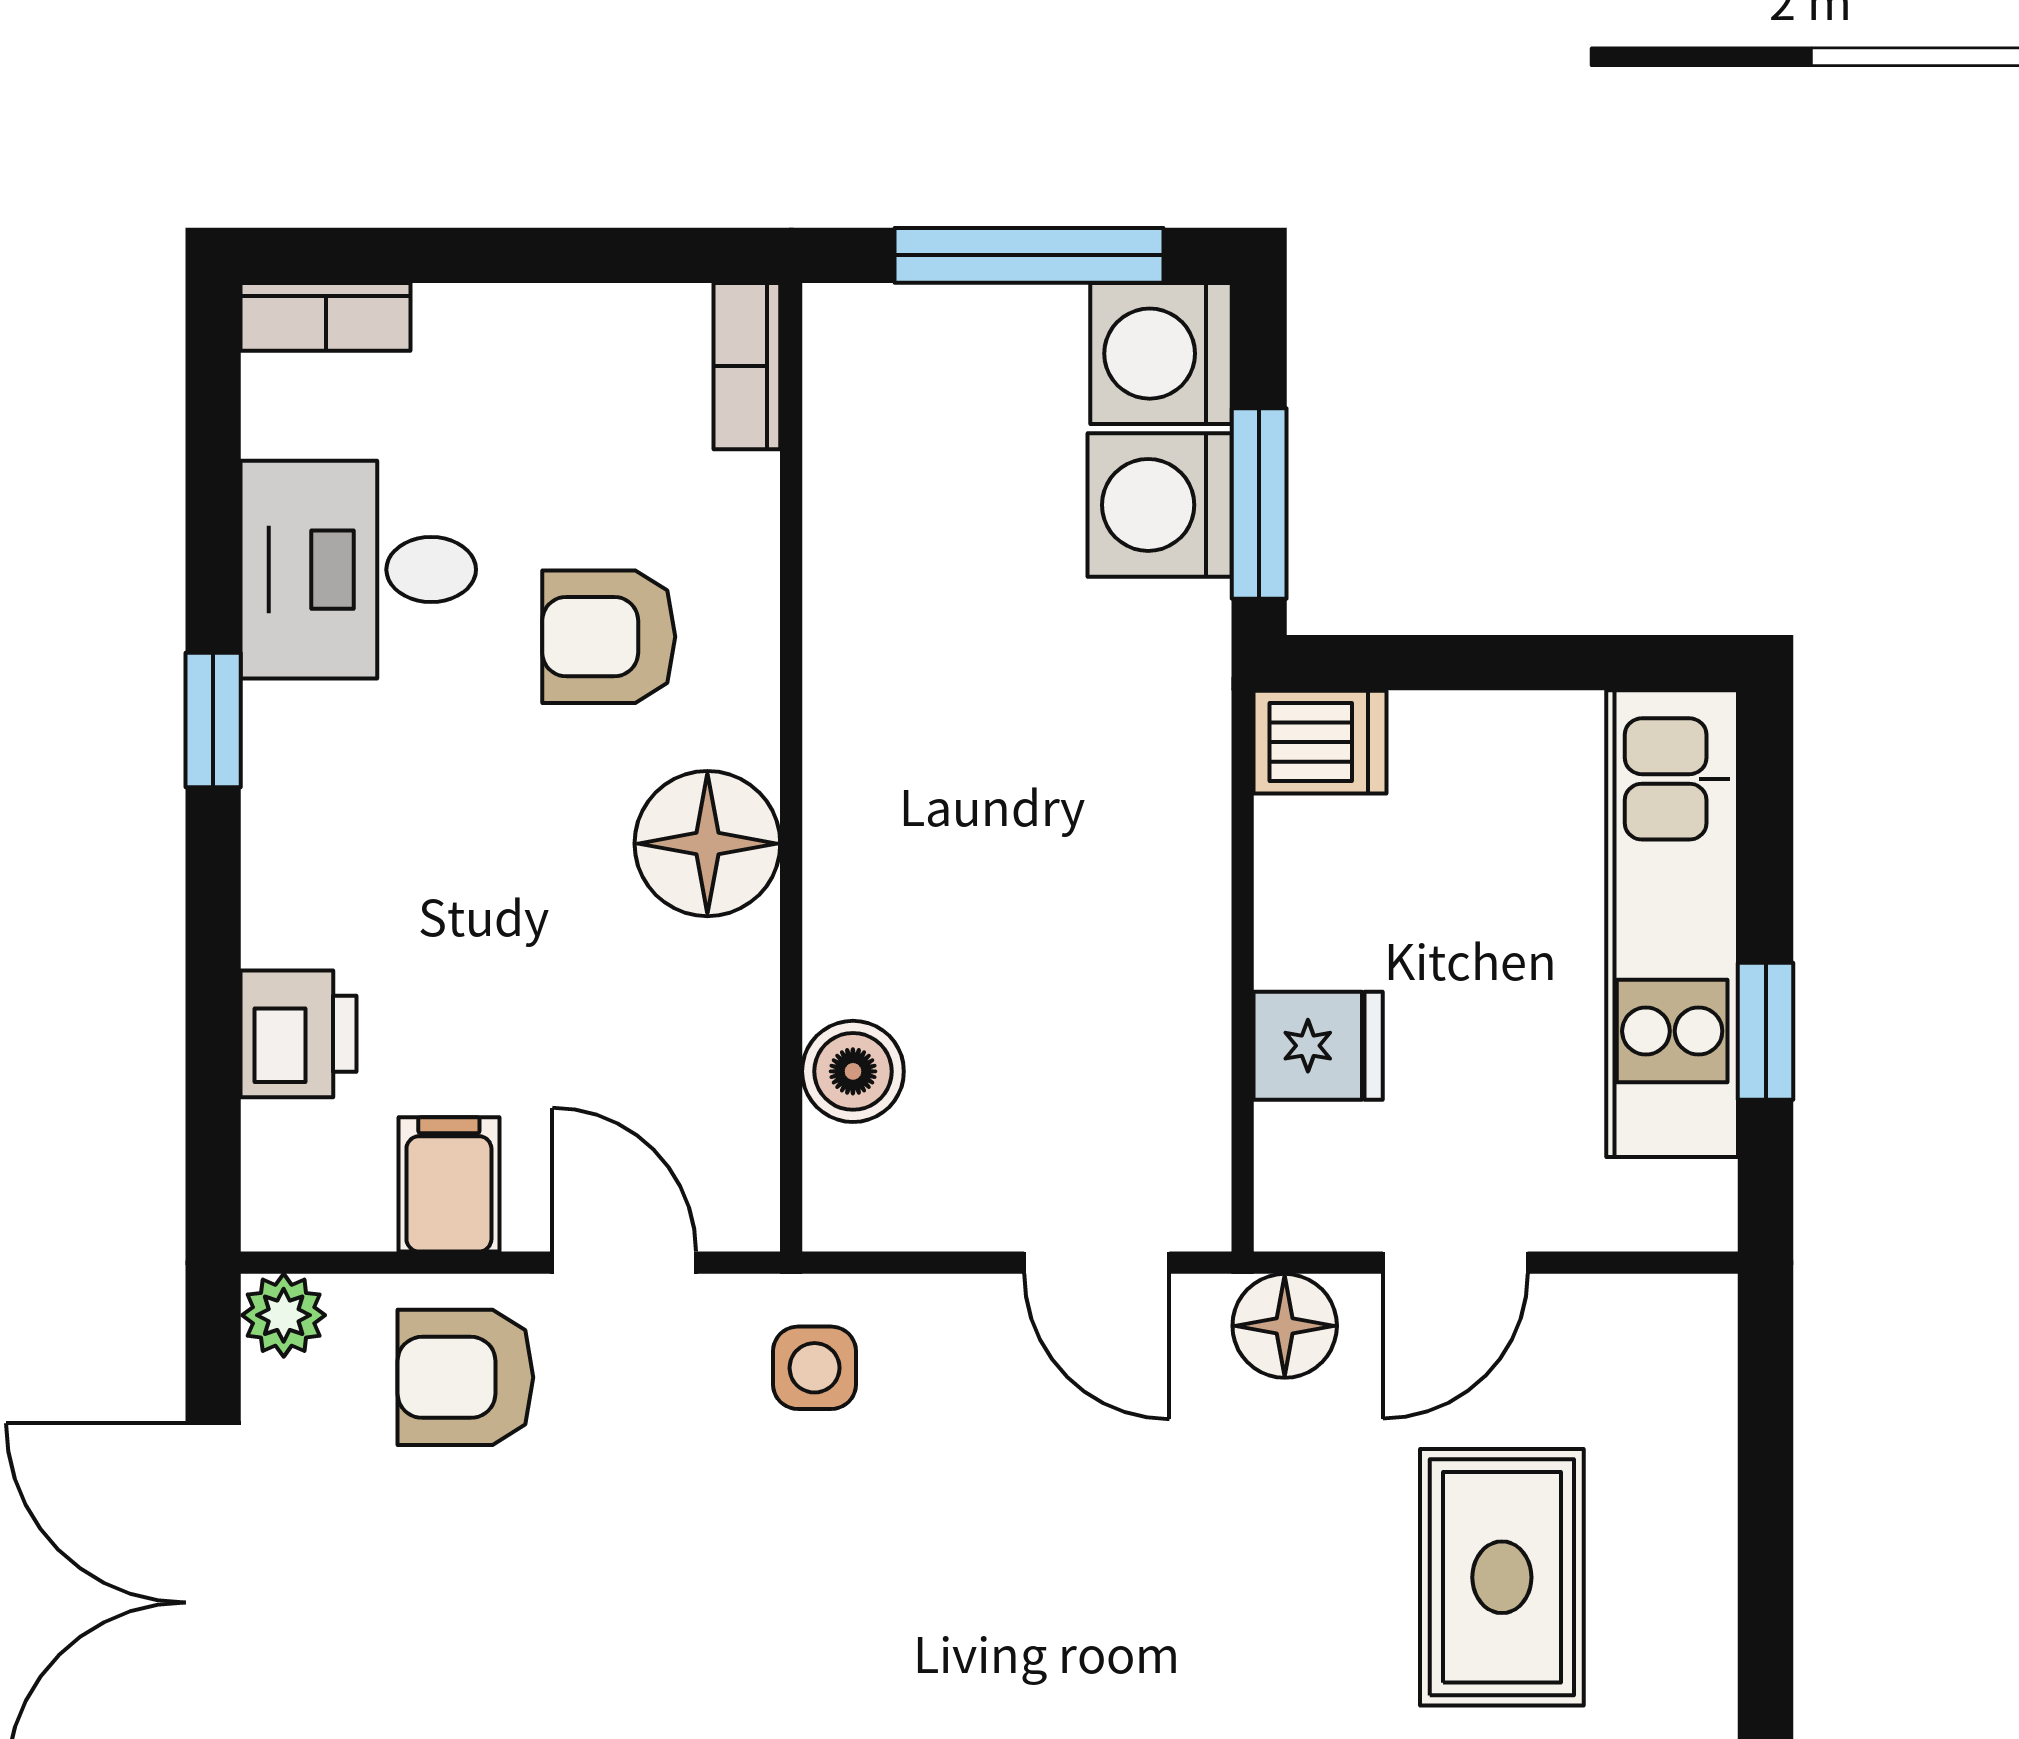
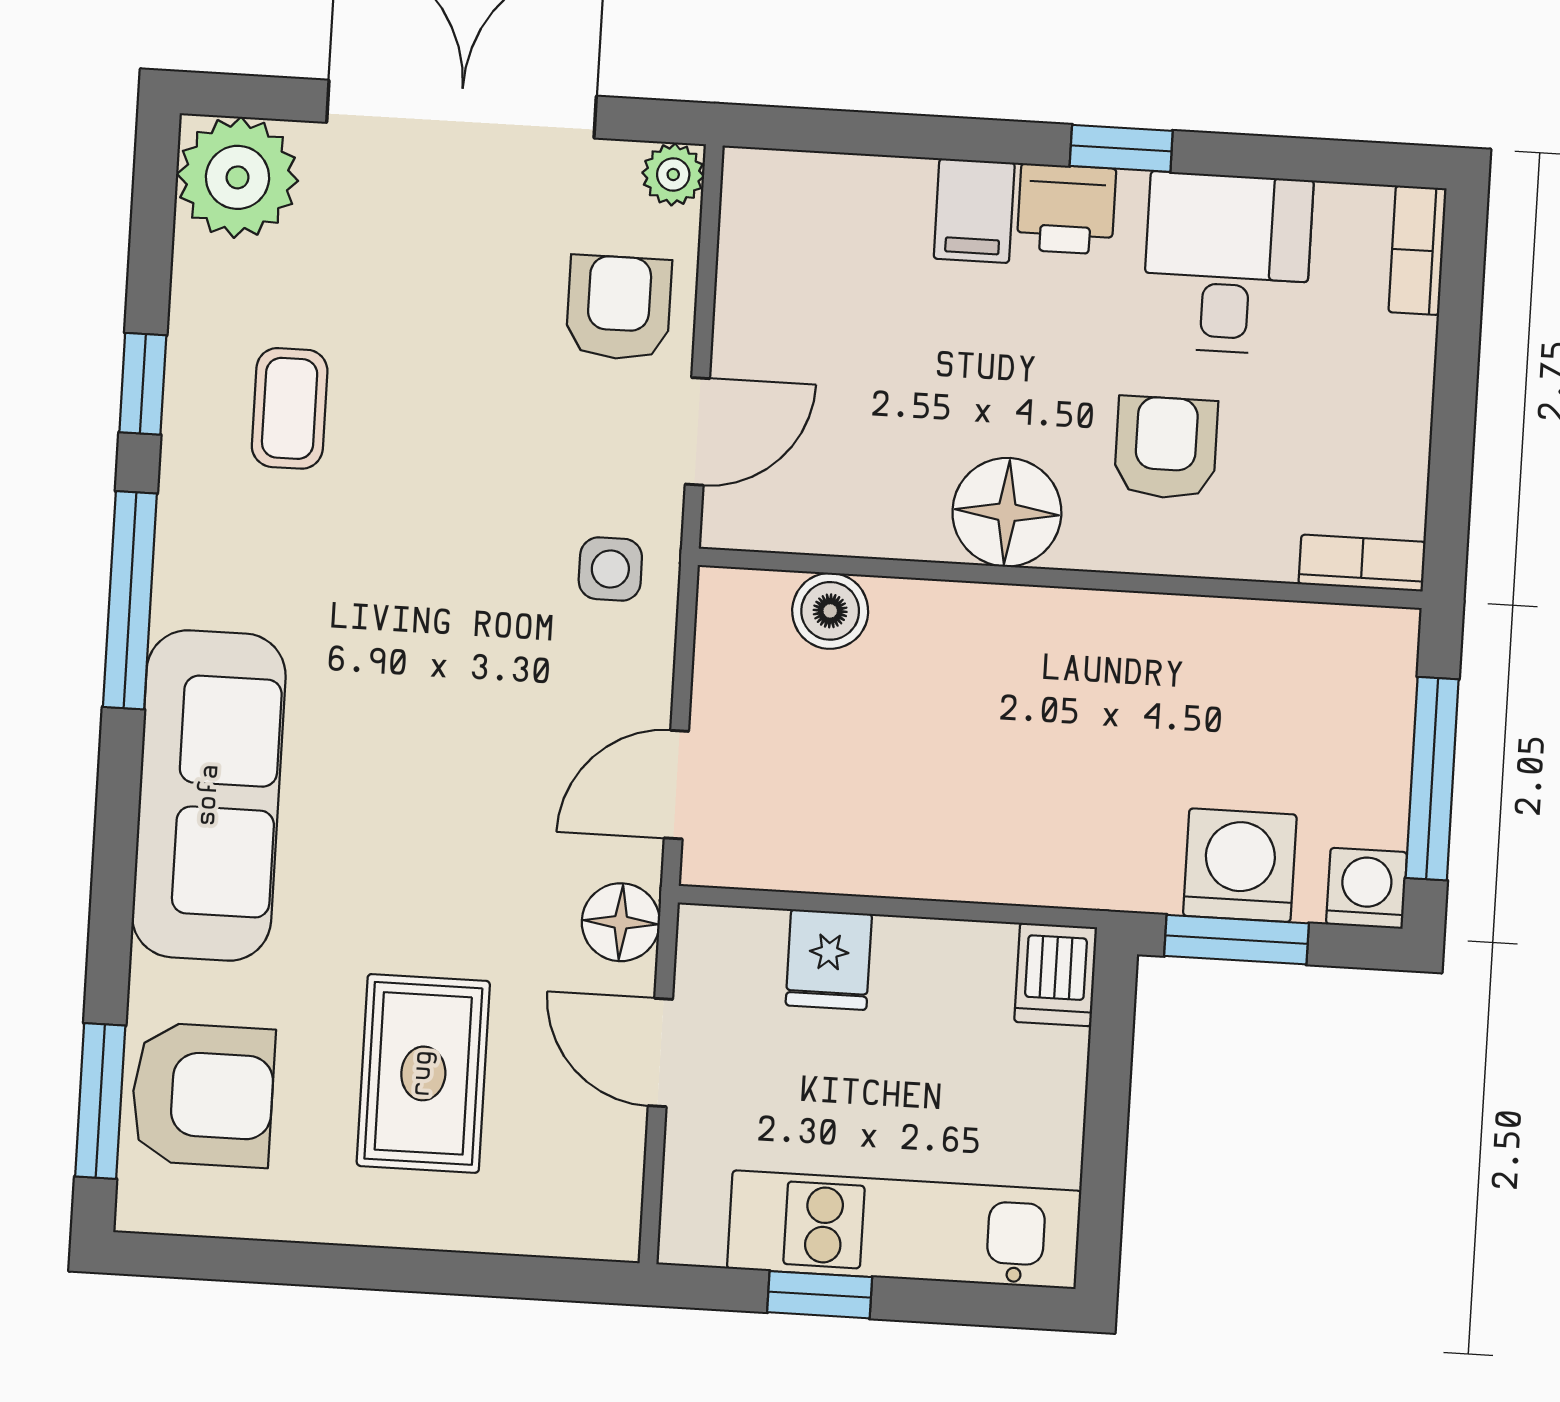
washing machine: (1161, 354) -> (1367, 888), width x0.73, depth x0.73
printer: (298, 1034) -> (1066, 209), moved
filing cabinet: (449, 1184) -> (974, 211), moved, turned 90
rug: (1502, 1577) -> (423, 1073), turned 90

